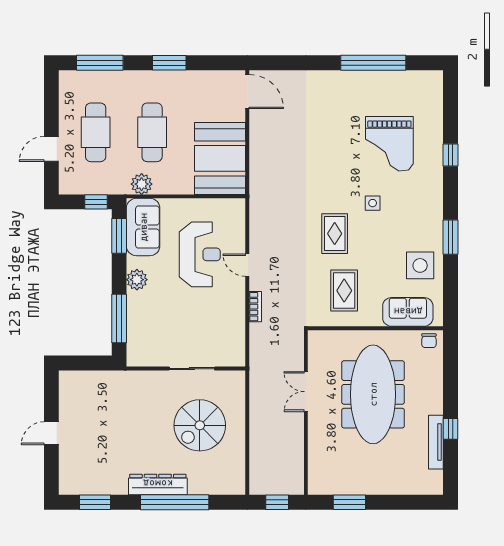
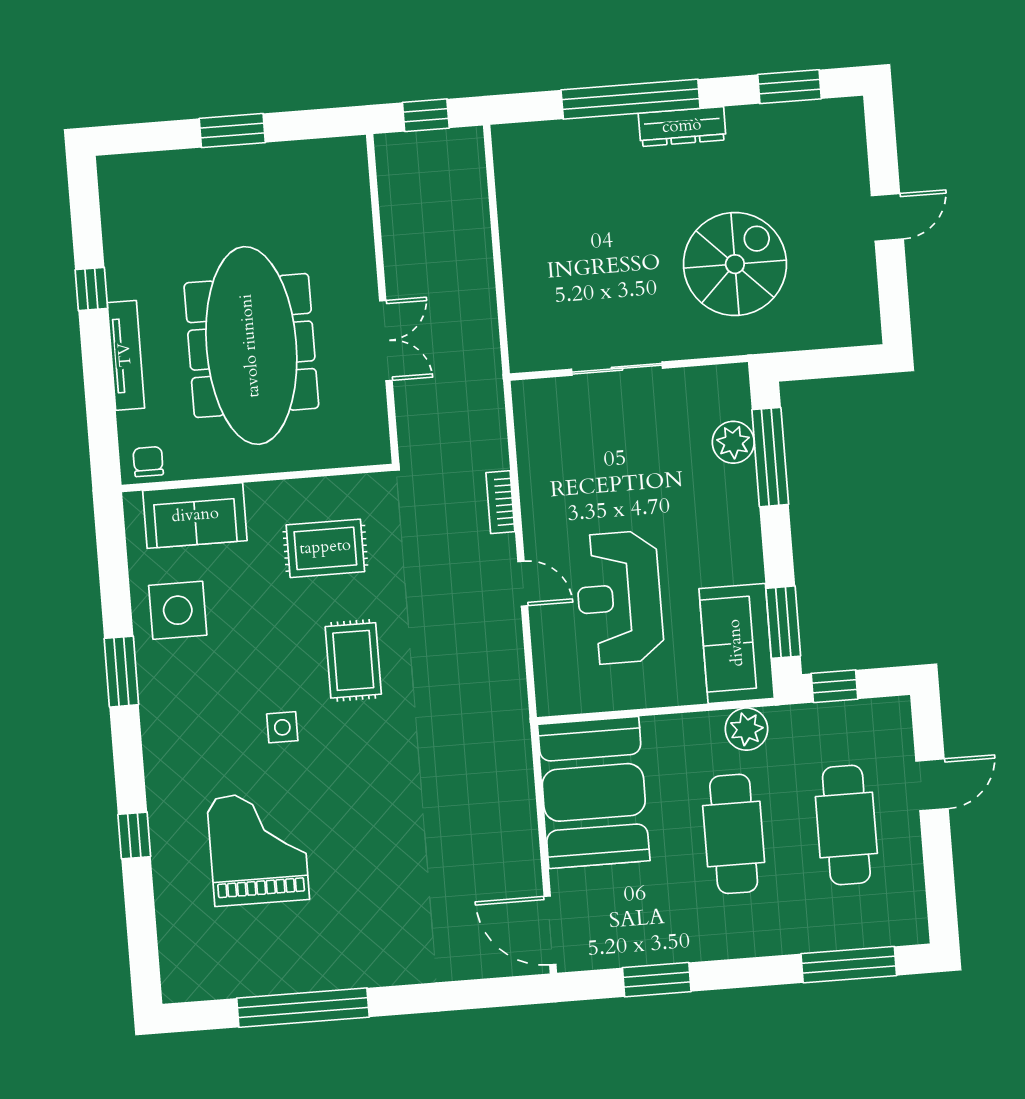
window: (169, 63) -> (657, 980), moved
plant: (137, 280) -> (733, 442), moved
rug: (344, 291) -> (325, 548), turned 90
spiral stairs: (200, 425) -> (735, 264), moved
tv unit: (436, 442) -> (126, 355), moved
dresser: (158, 484) -> (682, 127), width x0.73, depth x0.80
window: (349, 502) -> (232, 130), moved

